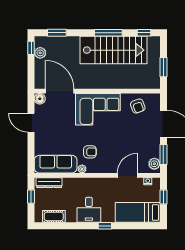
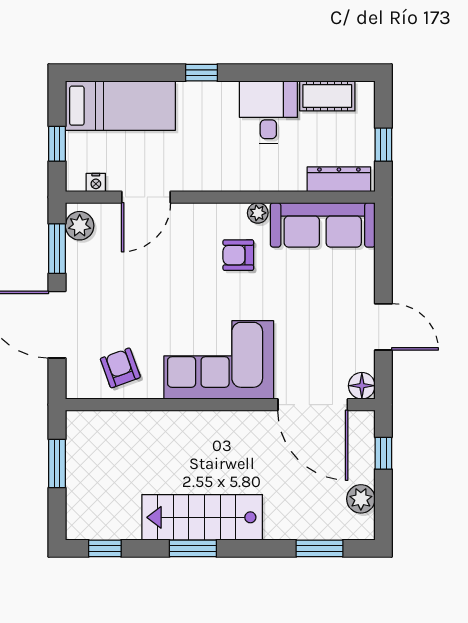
window: (108, 33) -> (193, 548), width x0.69
window: (31, 48) -> (383, 453), moved
stairs: (113, 50) -> (202, 517), width x0.73, depth x0.66
desk: (89, 210) -> (268, 112), moved

